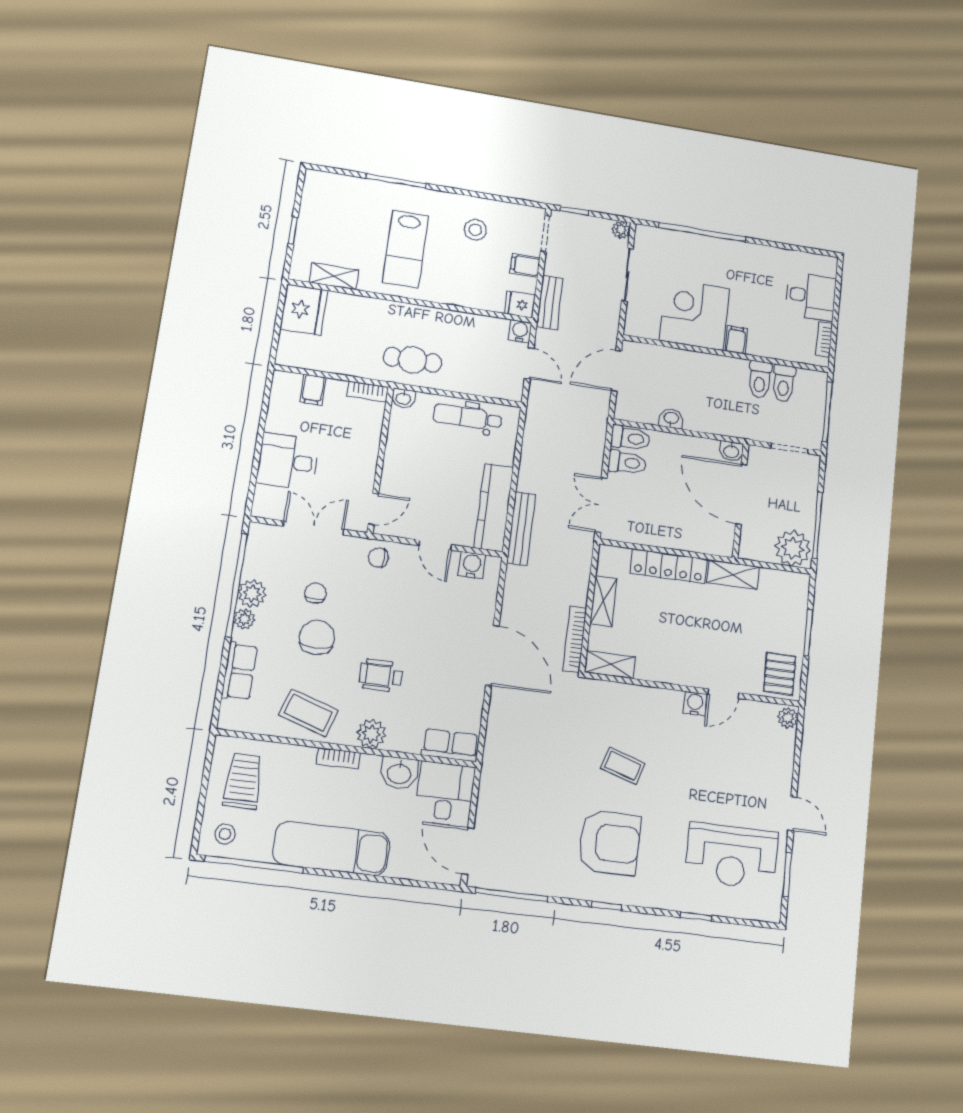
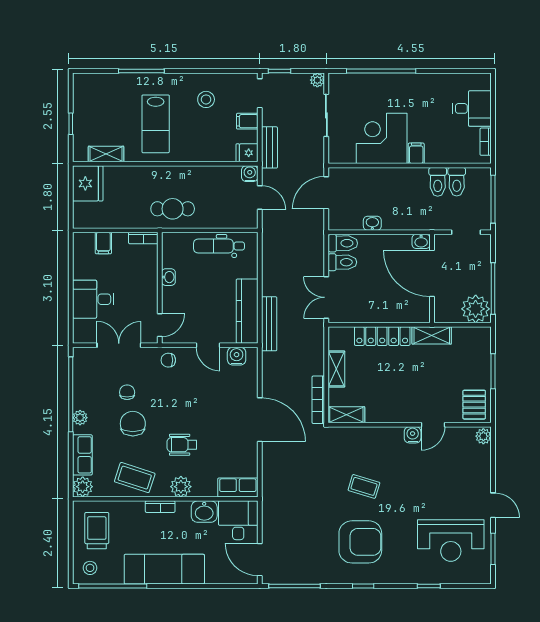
washbasin: (403, 398) -> (168, 277), moved, turned -90
plant: (252, 593) -> (83, 487), moved

